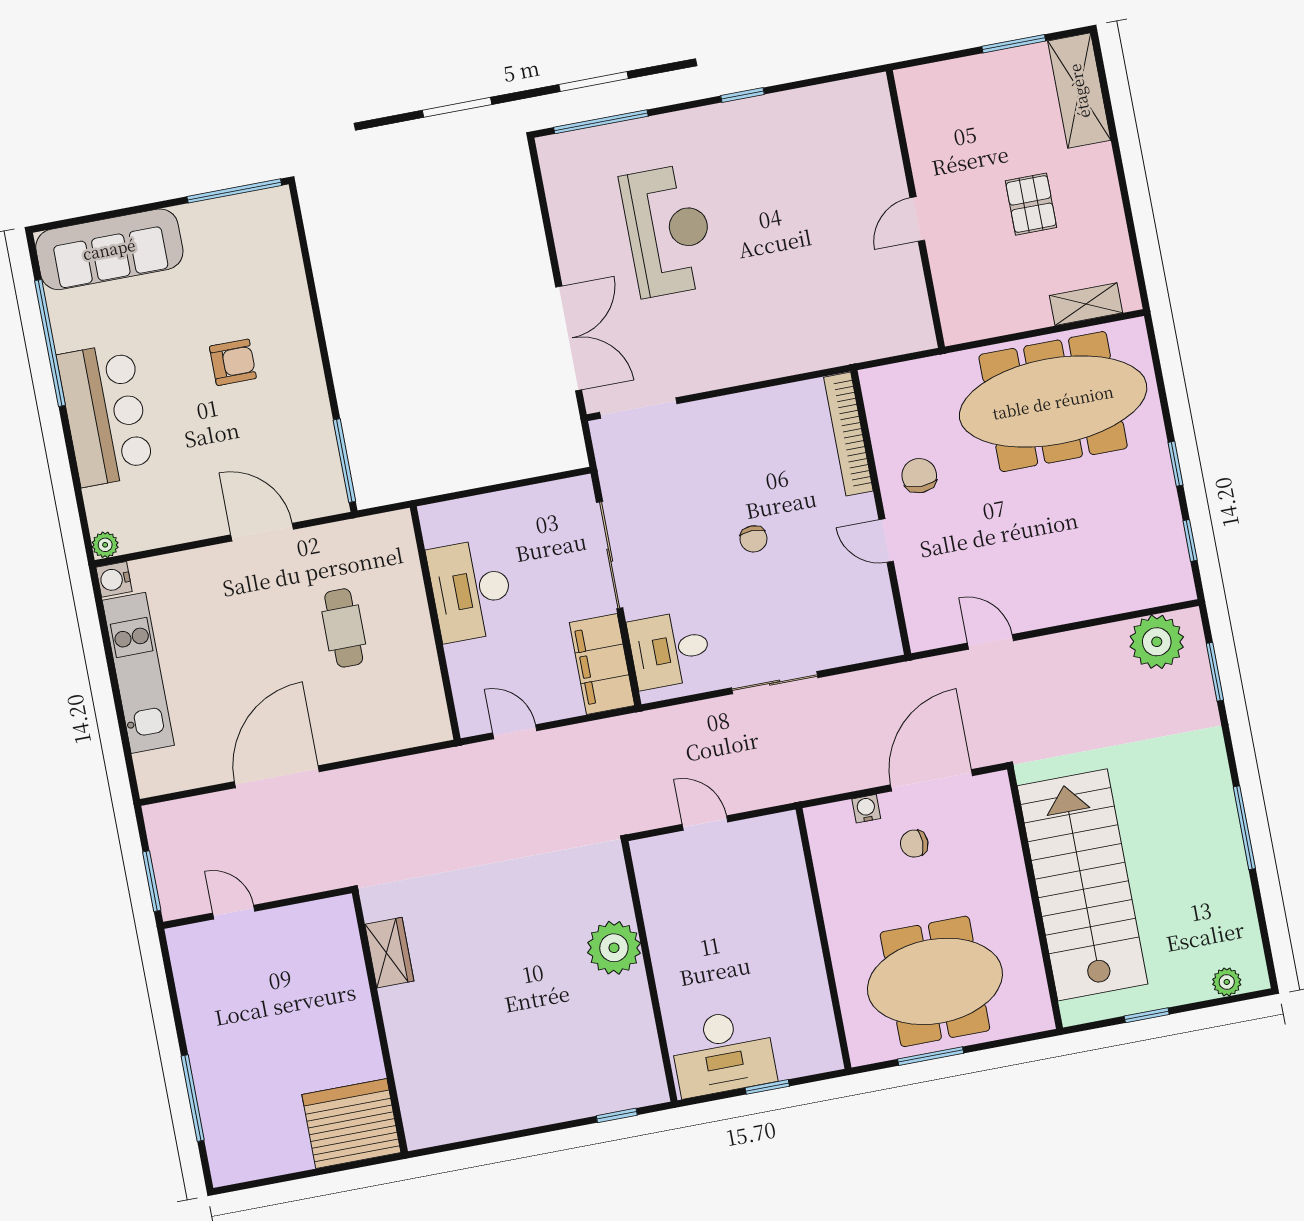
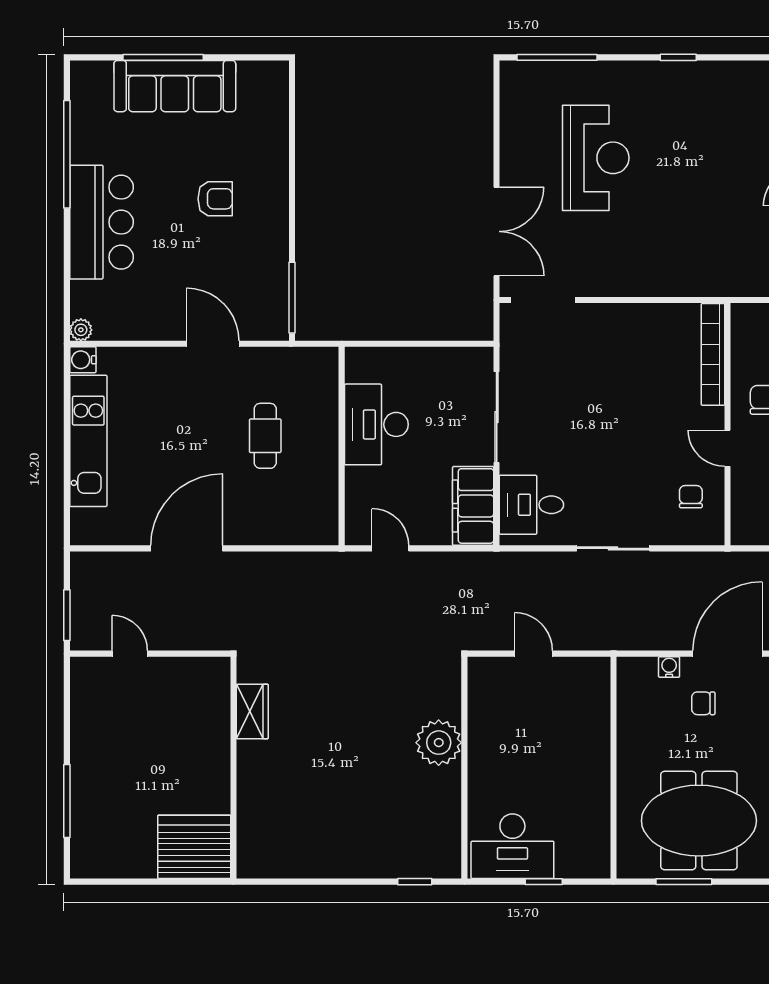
window: (234, 191) -> (163, 57), moved
sofa: (109, 249) -> (175, 86), moved
chair: (753, 539) -> (691, 497), moved, turned 180

